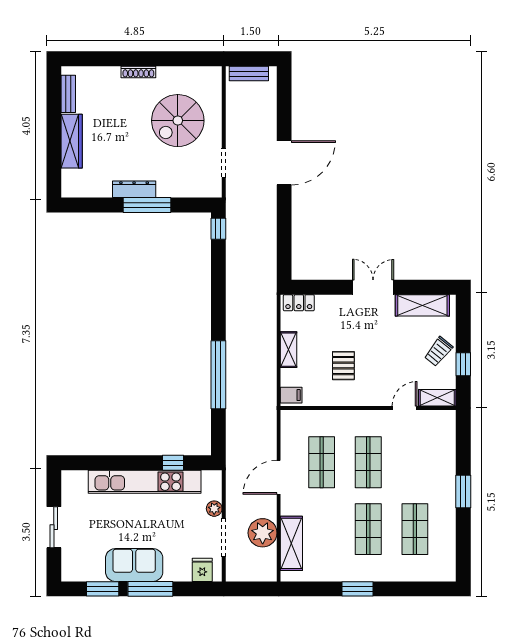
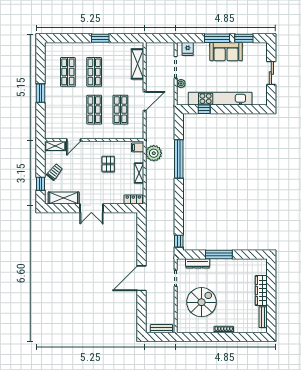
dresser: (134, 189) -> (198, 263), moved
window: (463, 364) -> (41, 184), moved
plant: (263, 533) -> (154, 153), moved

